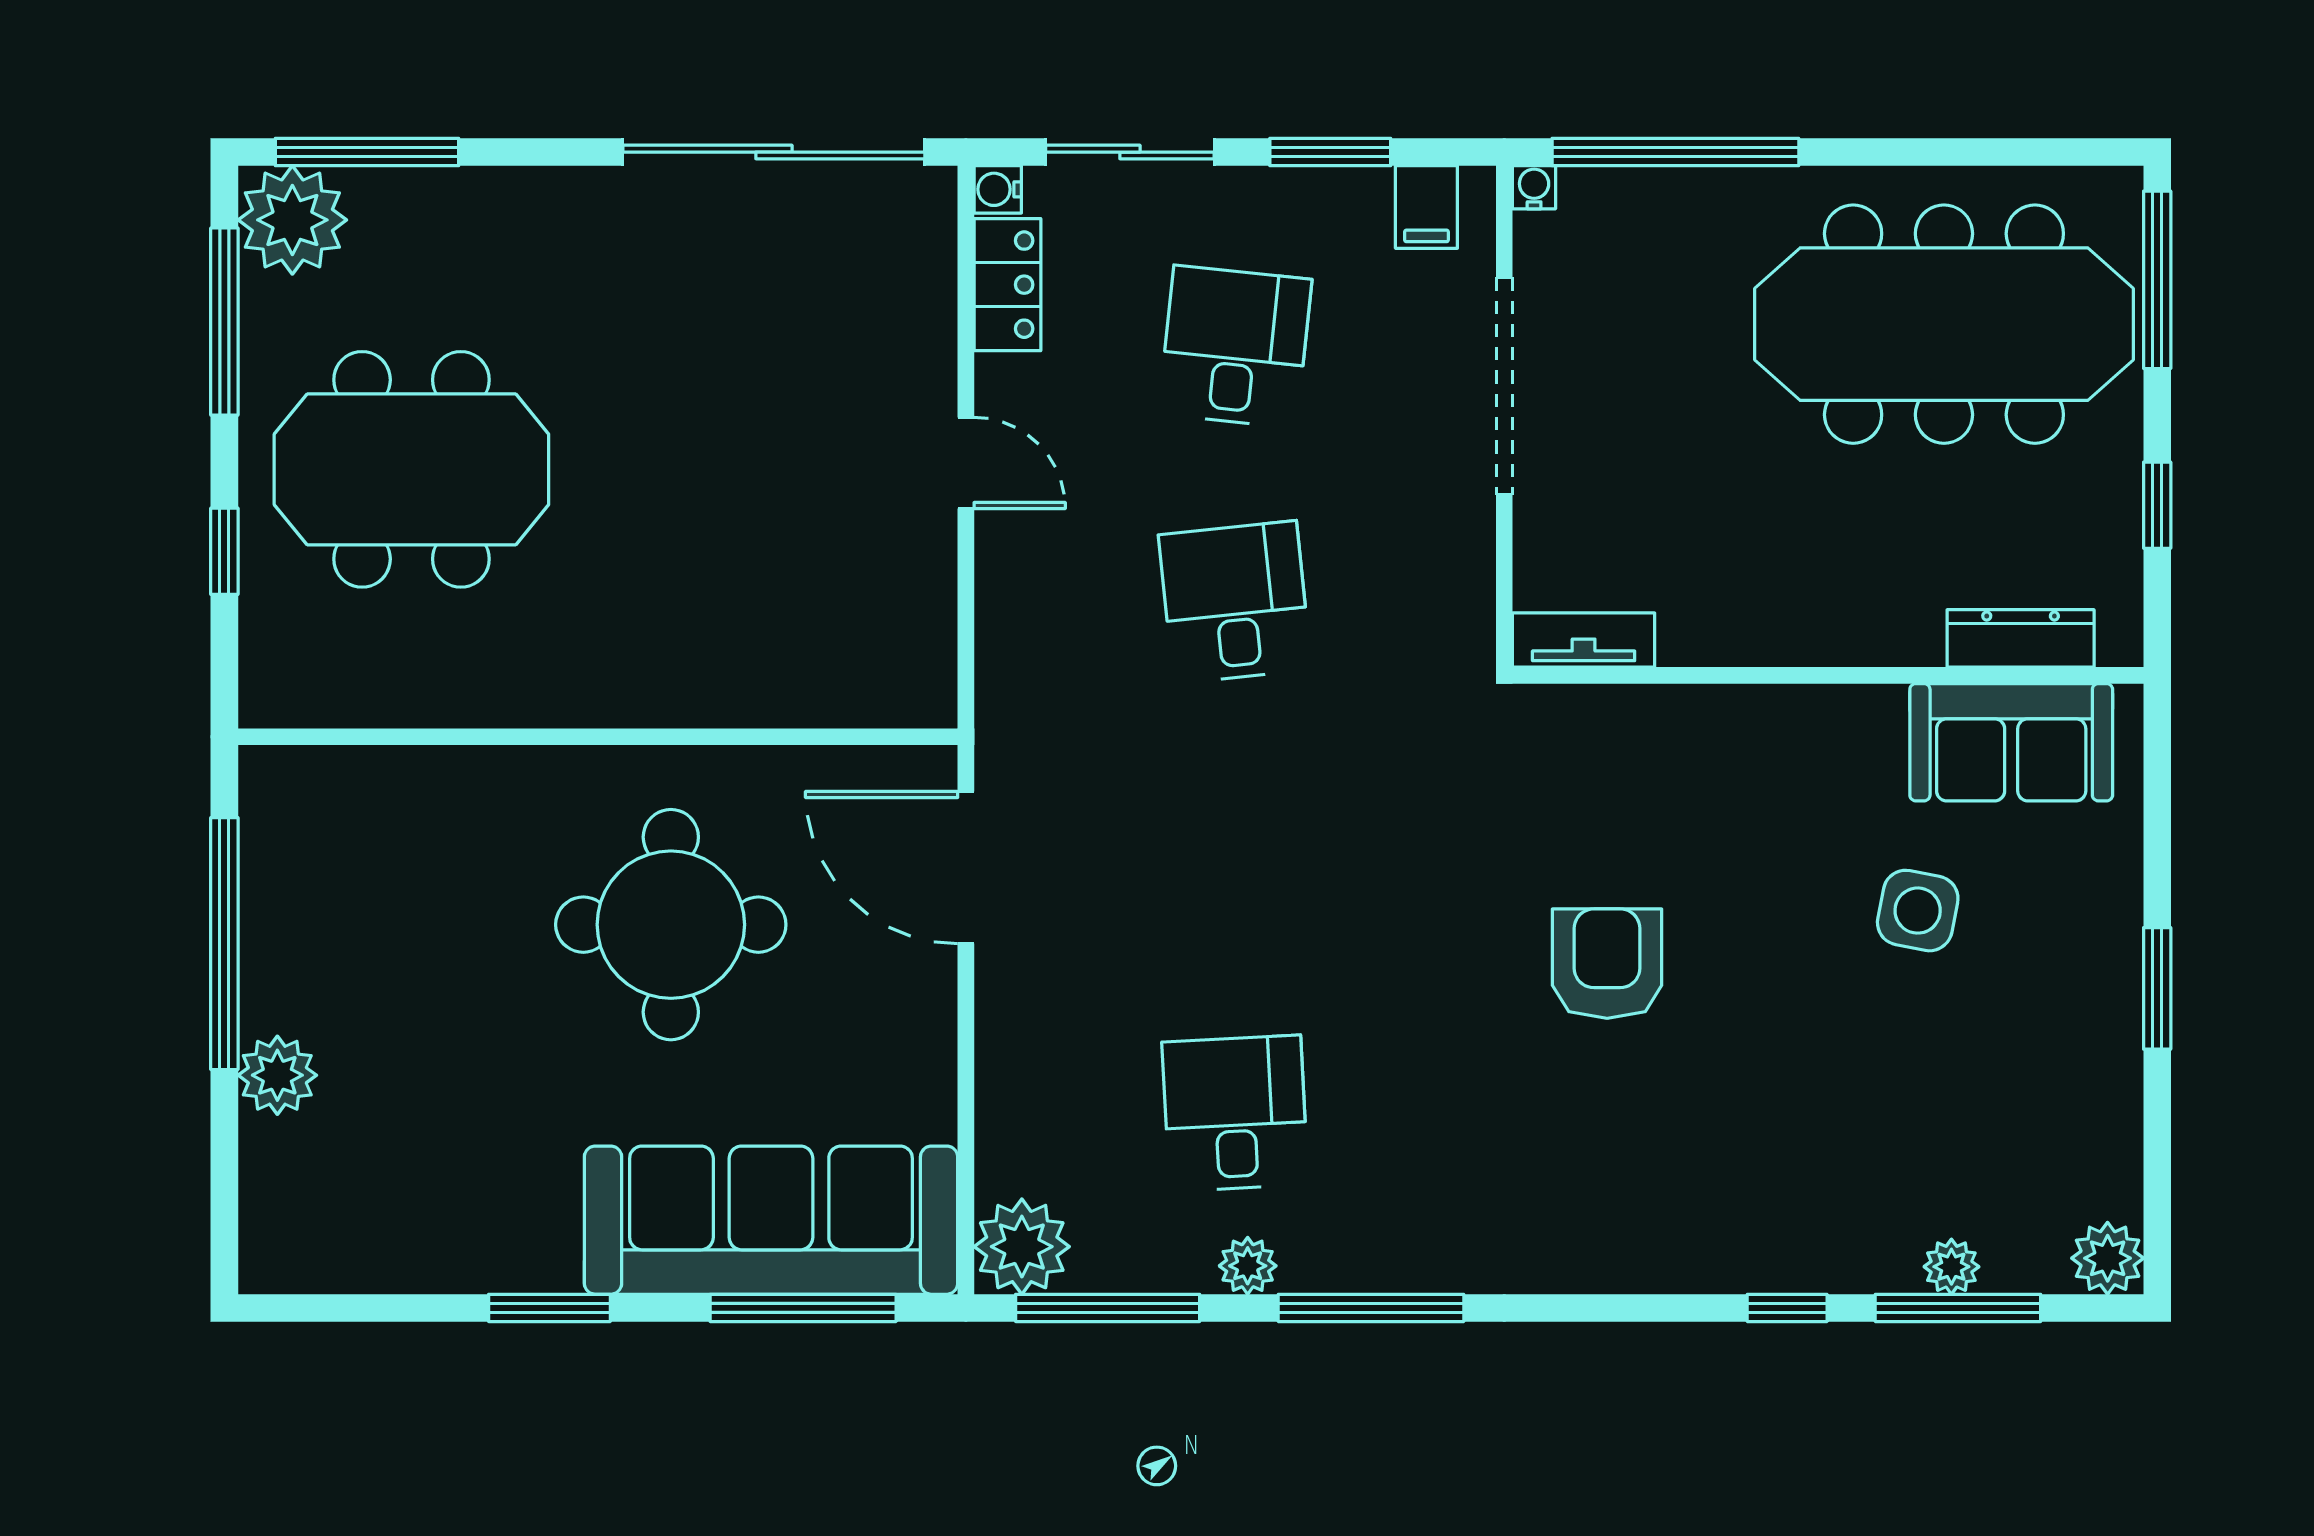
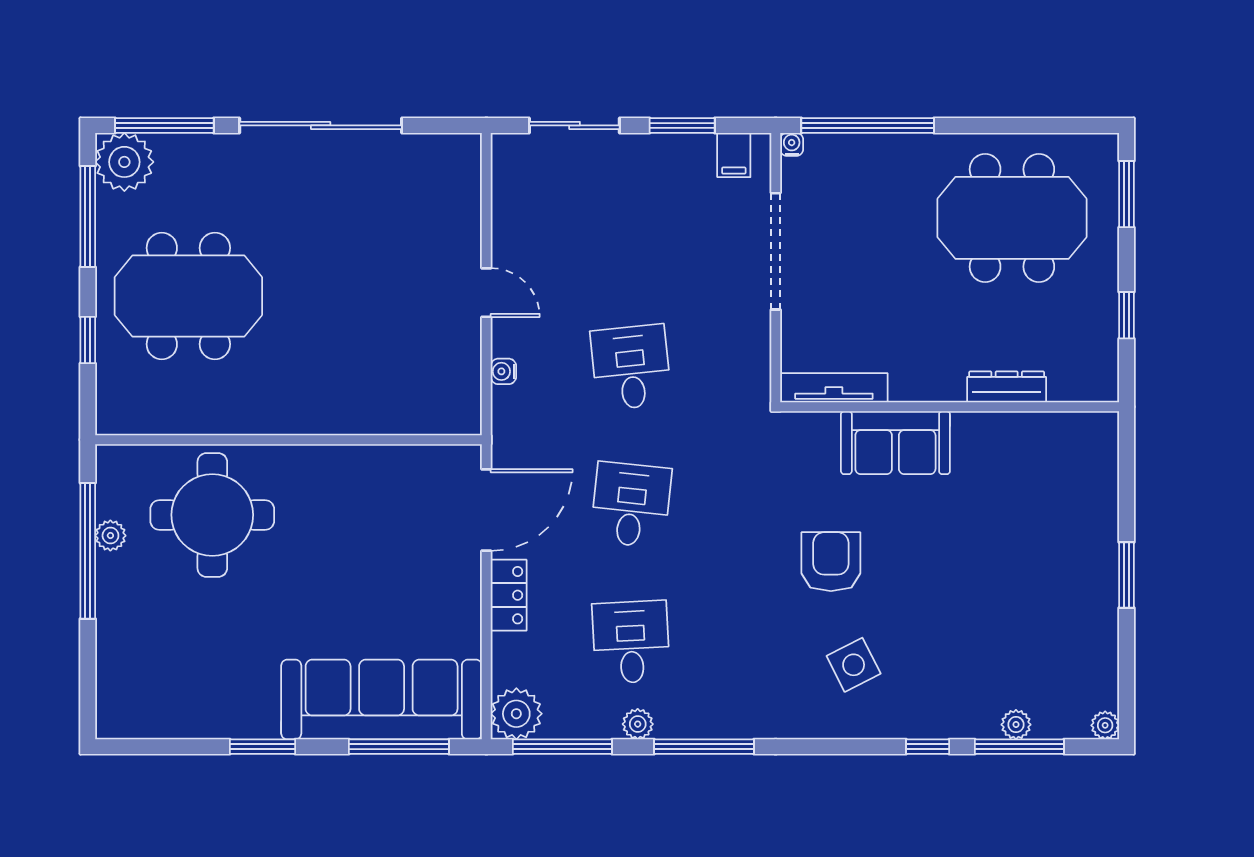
sliding door: (774, 152) -> (321, 125), moved
water cooler: (998, 189) -> (503, 371), moved
window: (2157, 280) -> (1127, 194), width x0.69
locker: (1007, 285) -> (509, 595), moved
meeting table: (1944, 324) -> (1012, 218), width x0.73
desk: (1235, 347) -> (631, 505), moved
dresser: (2021, 638) -> (1007, 387), moved
tv unit: (1584, 640) -> (834, 388), width x1.41
sofa: (2011, 742) -> (895, 443), moved
door: (966, 868) -> (486, 510), swing flipped
side table: (1918, 911) -> (854, 665), moved, turned -38
round table: (671, 925) -> (212, 515), moved
plant: (277, 1075) -> (110, 536), moved, width x0.73, depth x0.73
plant: (2108, 1258) -> (1105, 725), width x0.73, depth x0.73

